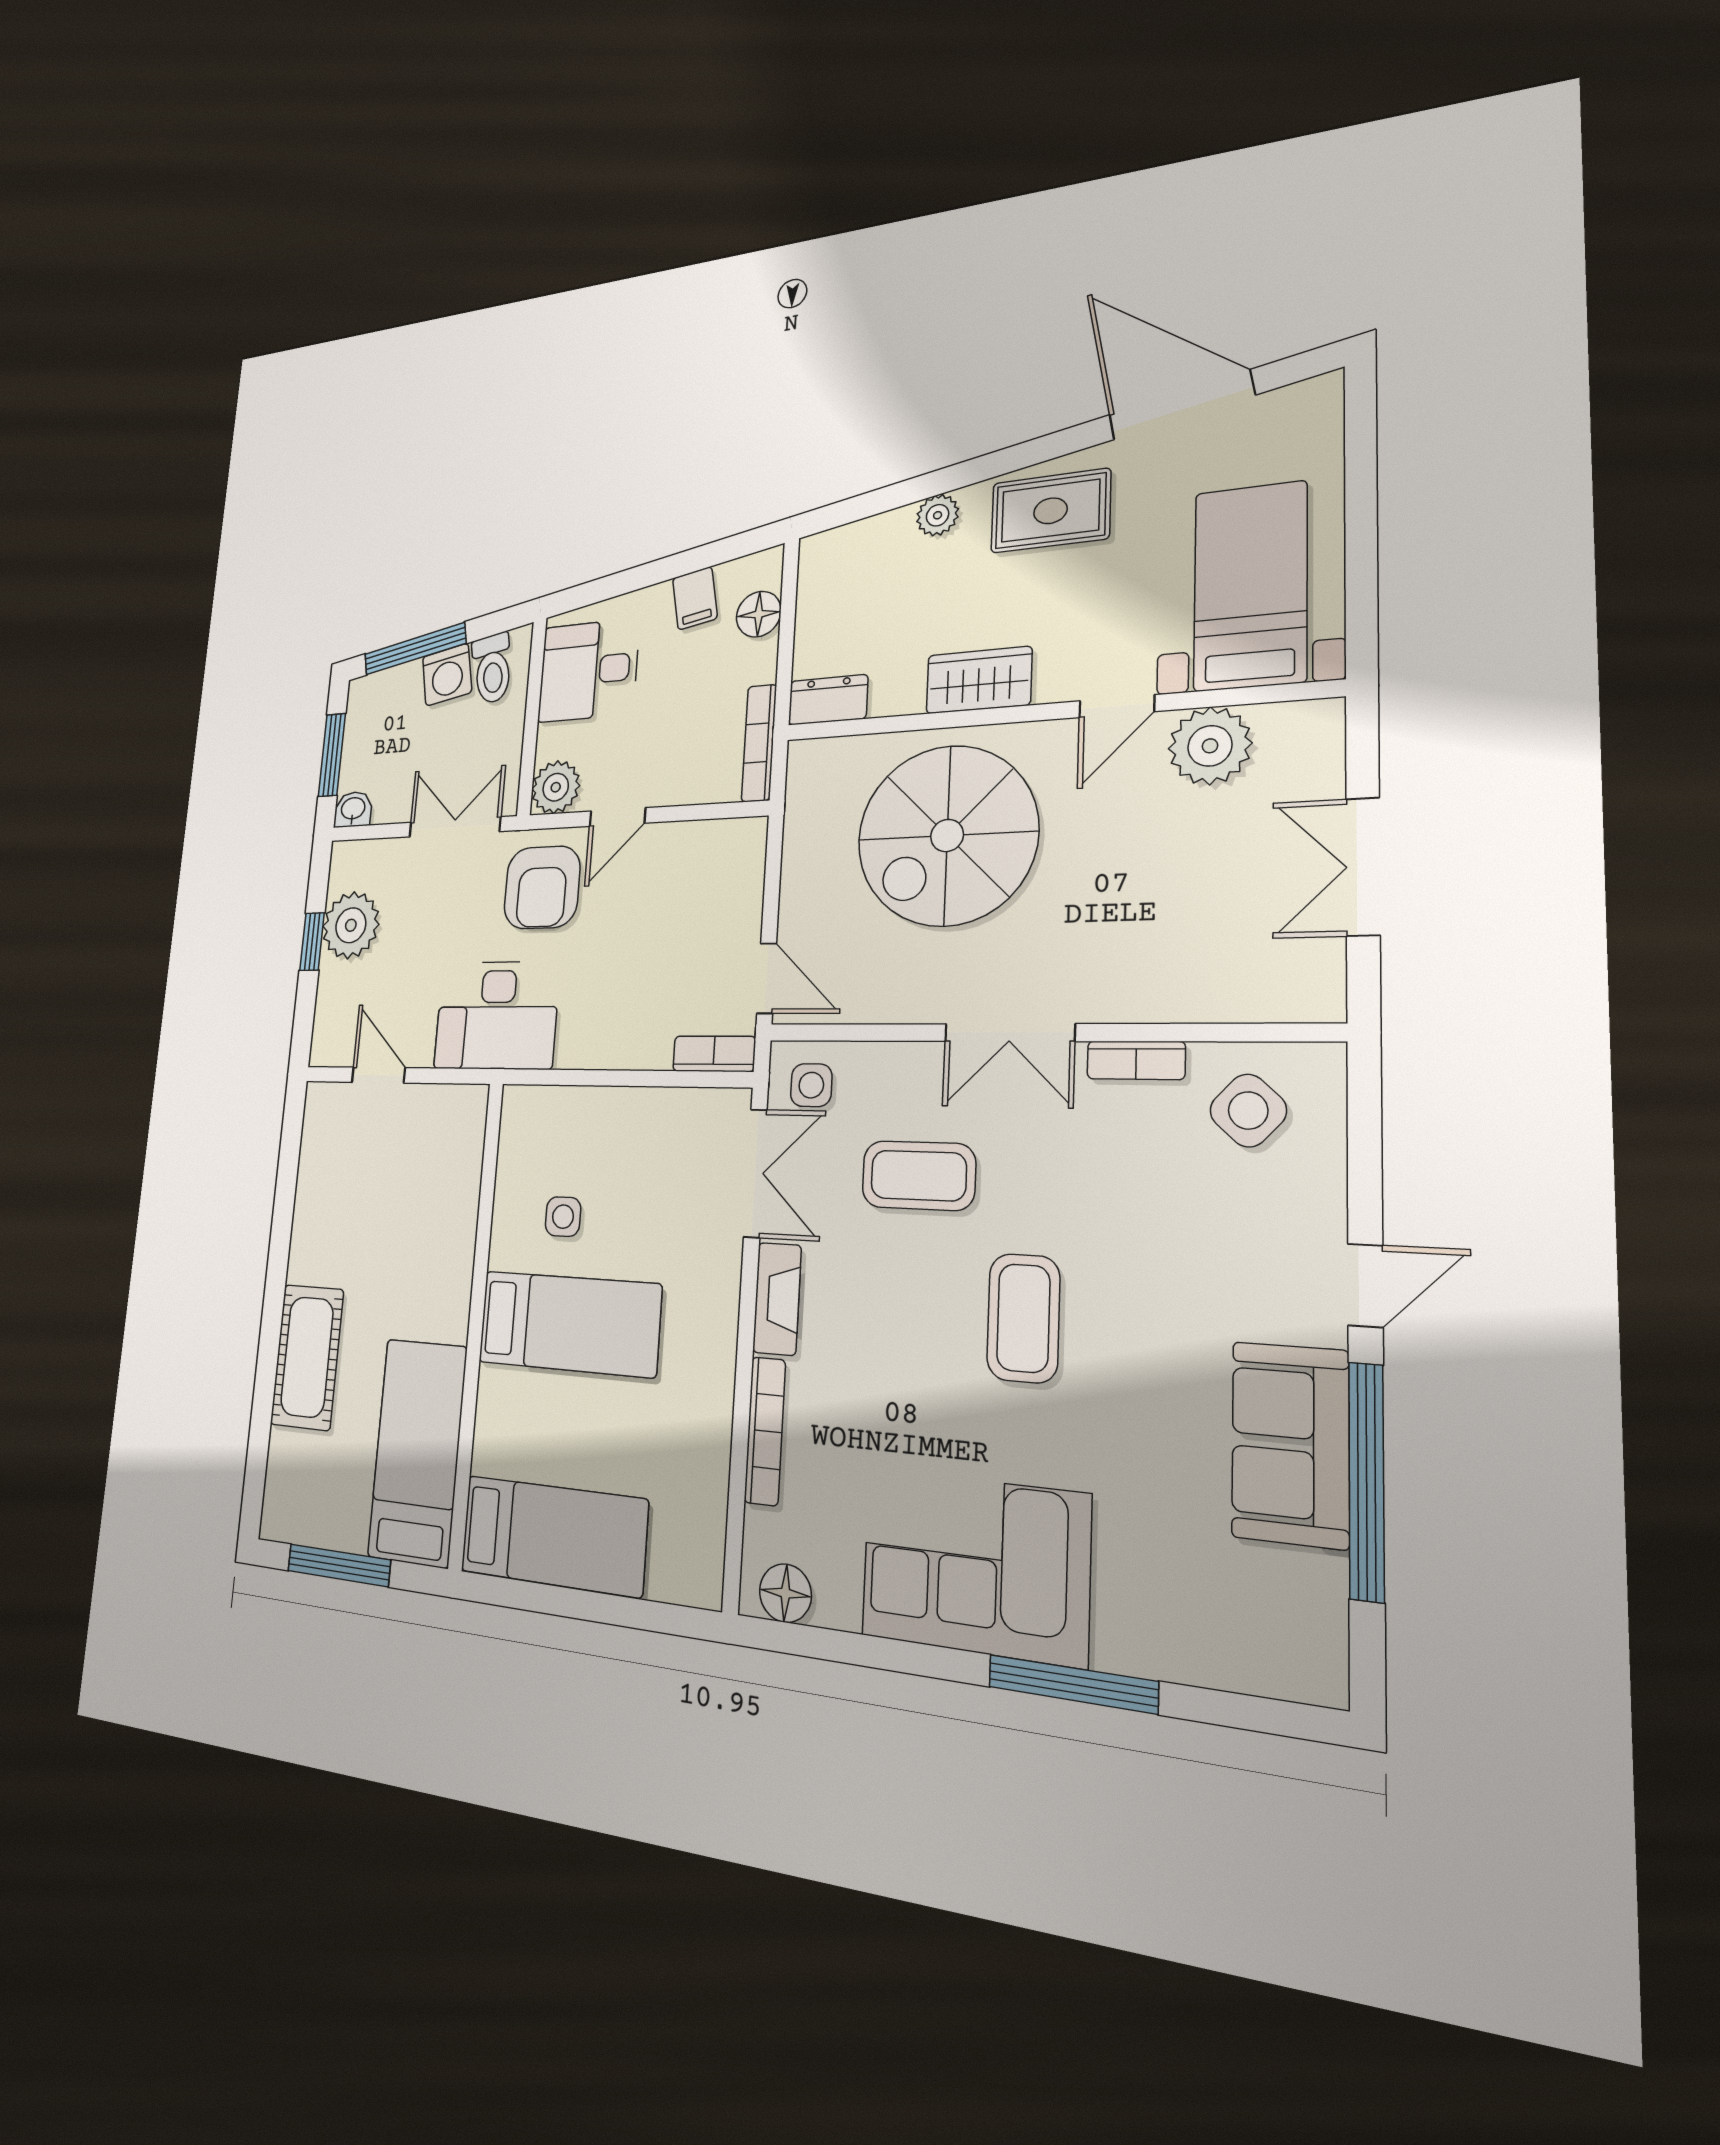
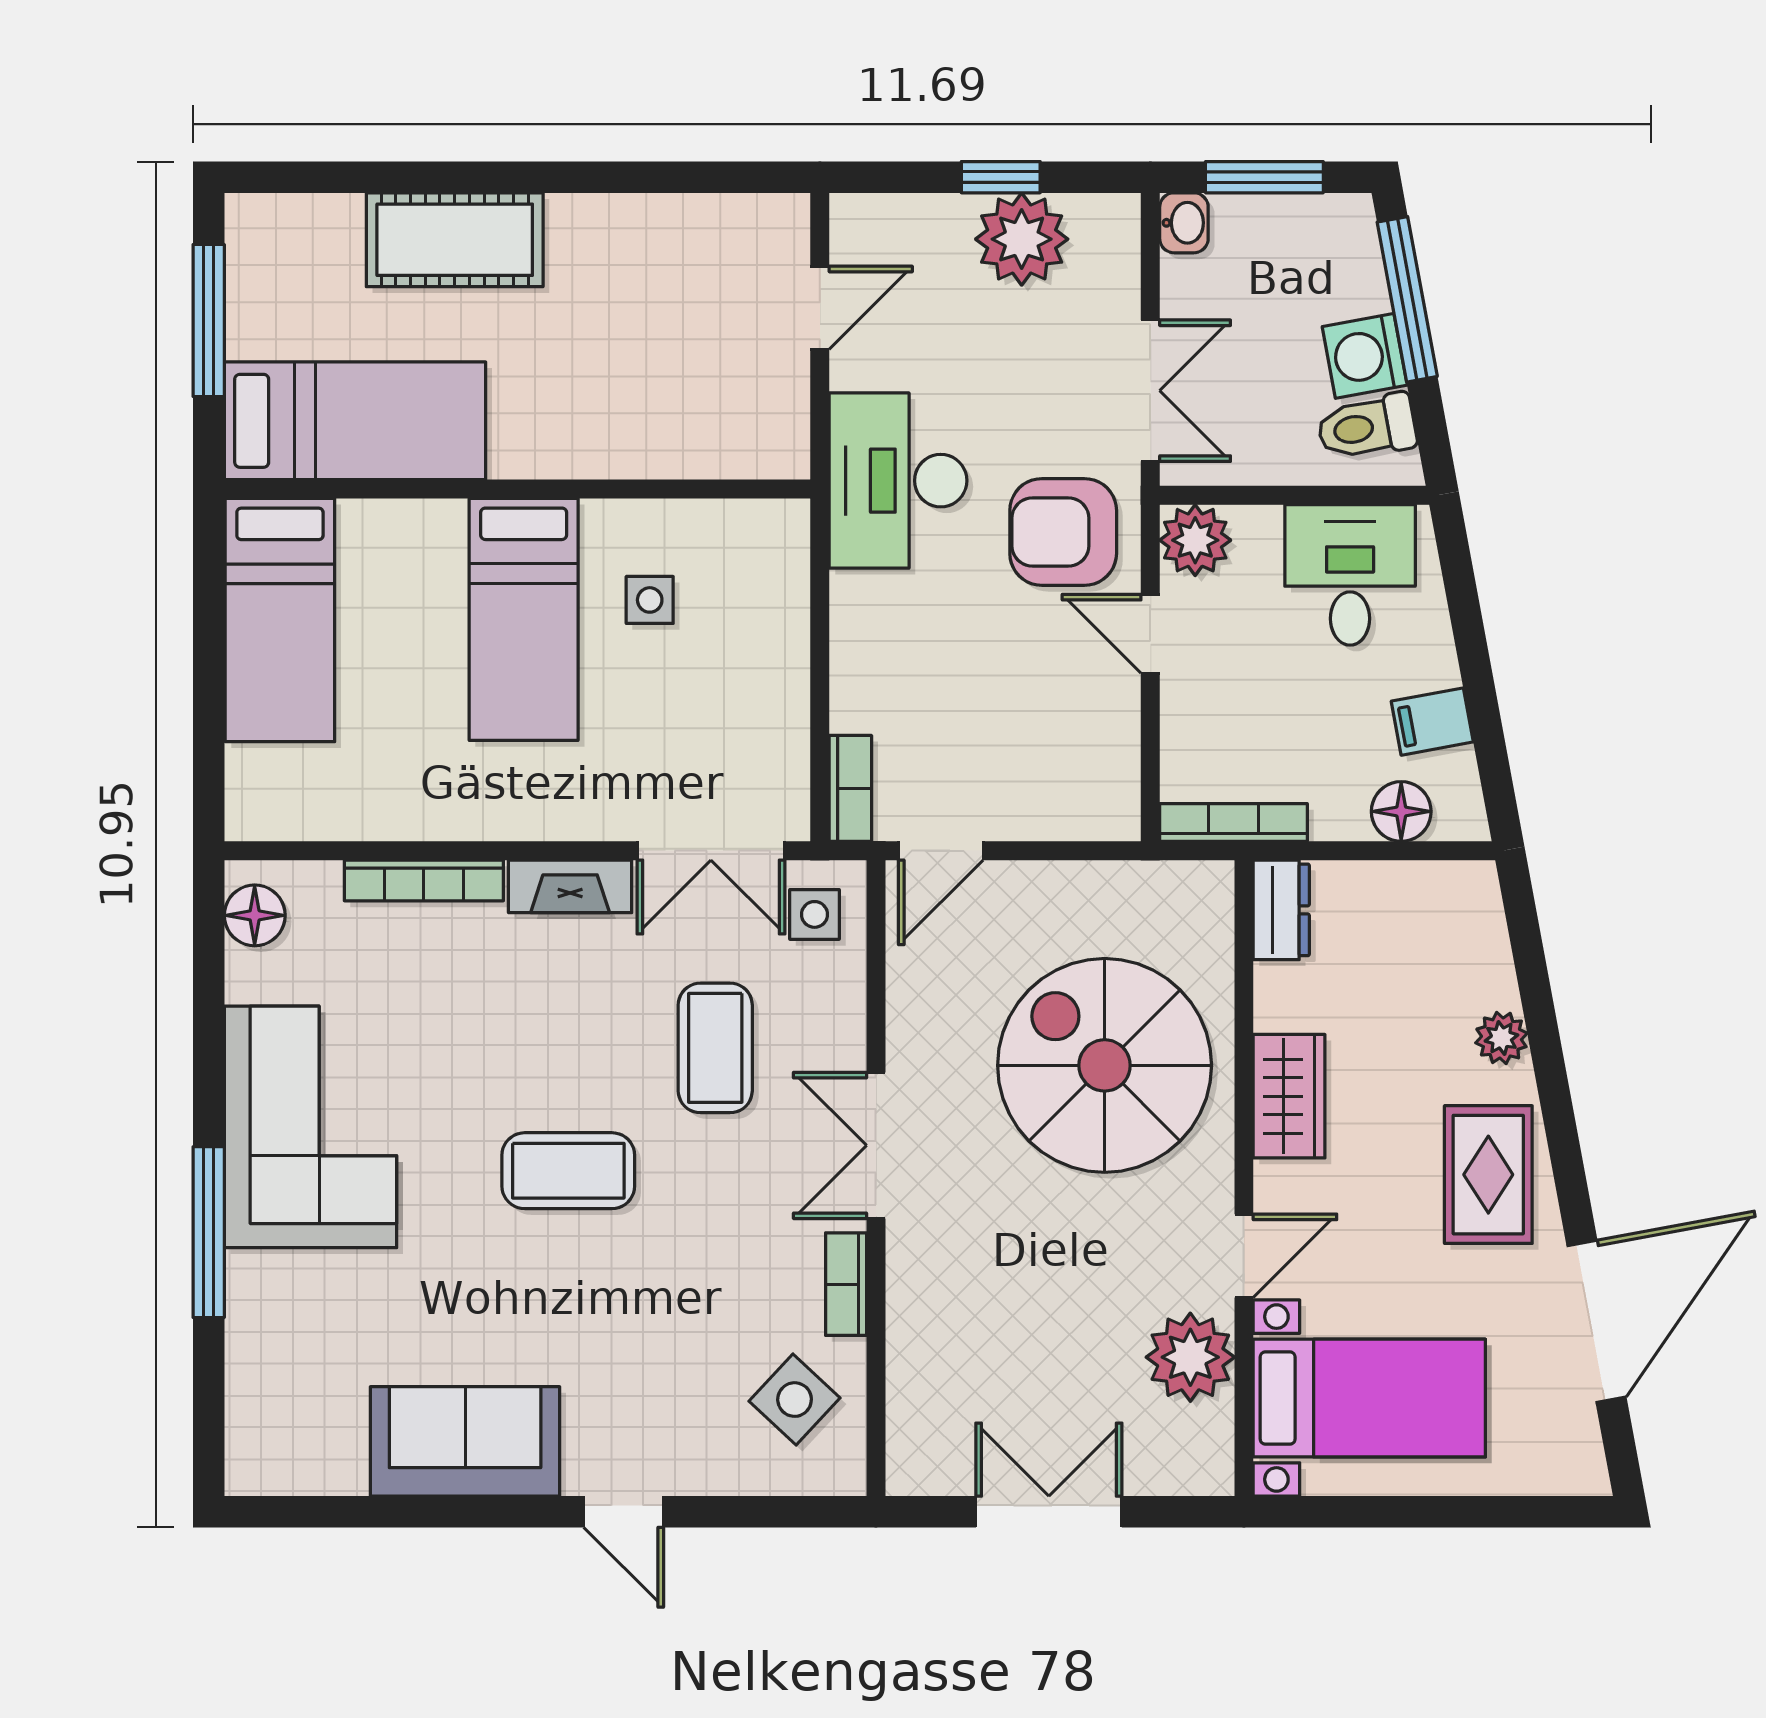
door: (1117, 706) -> (1244, 1256), swing flipped
window: (1366, 1481) -> (437, 1512), removed

